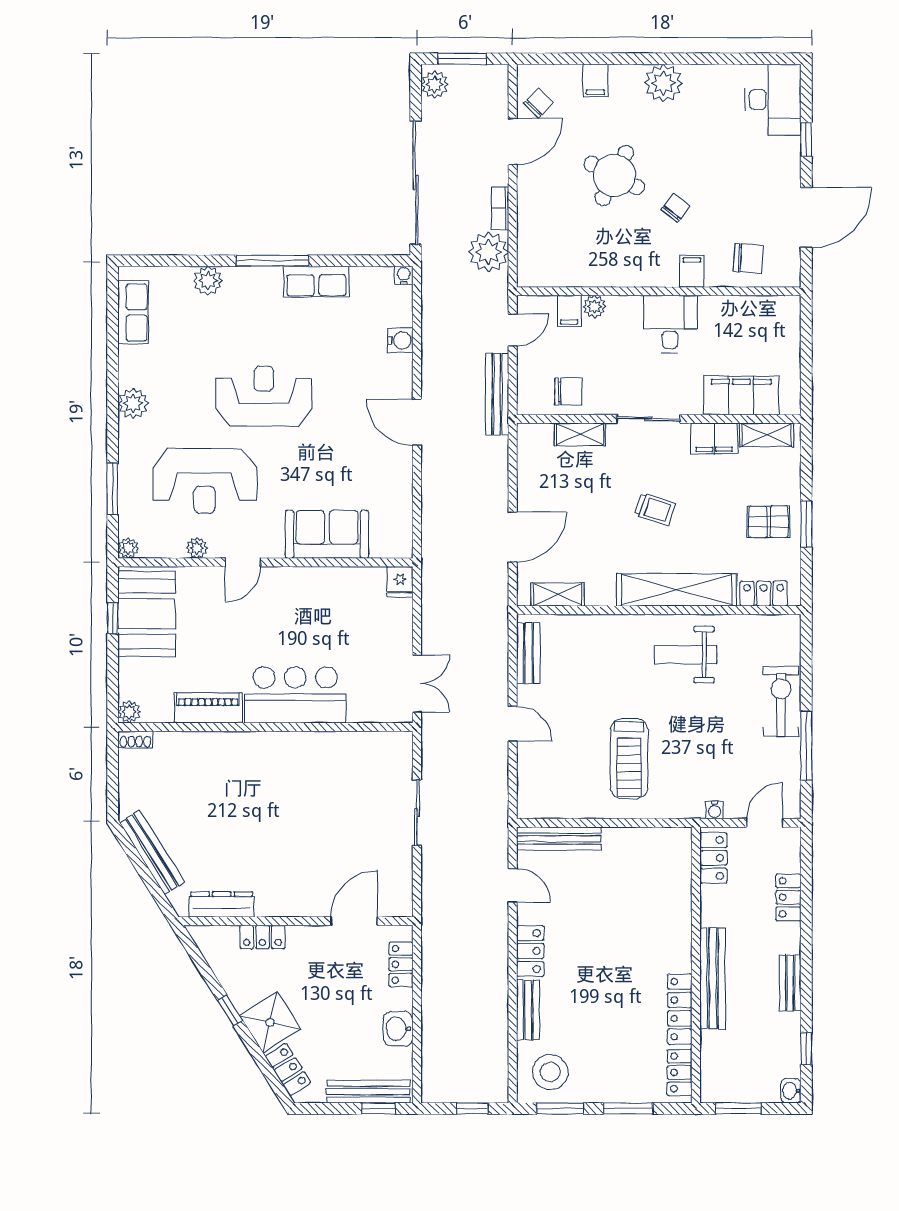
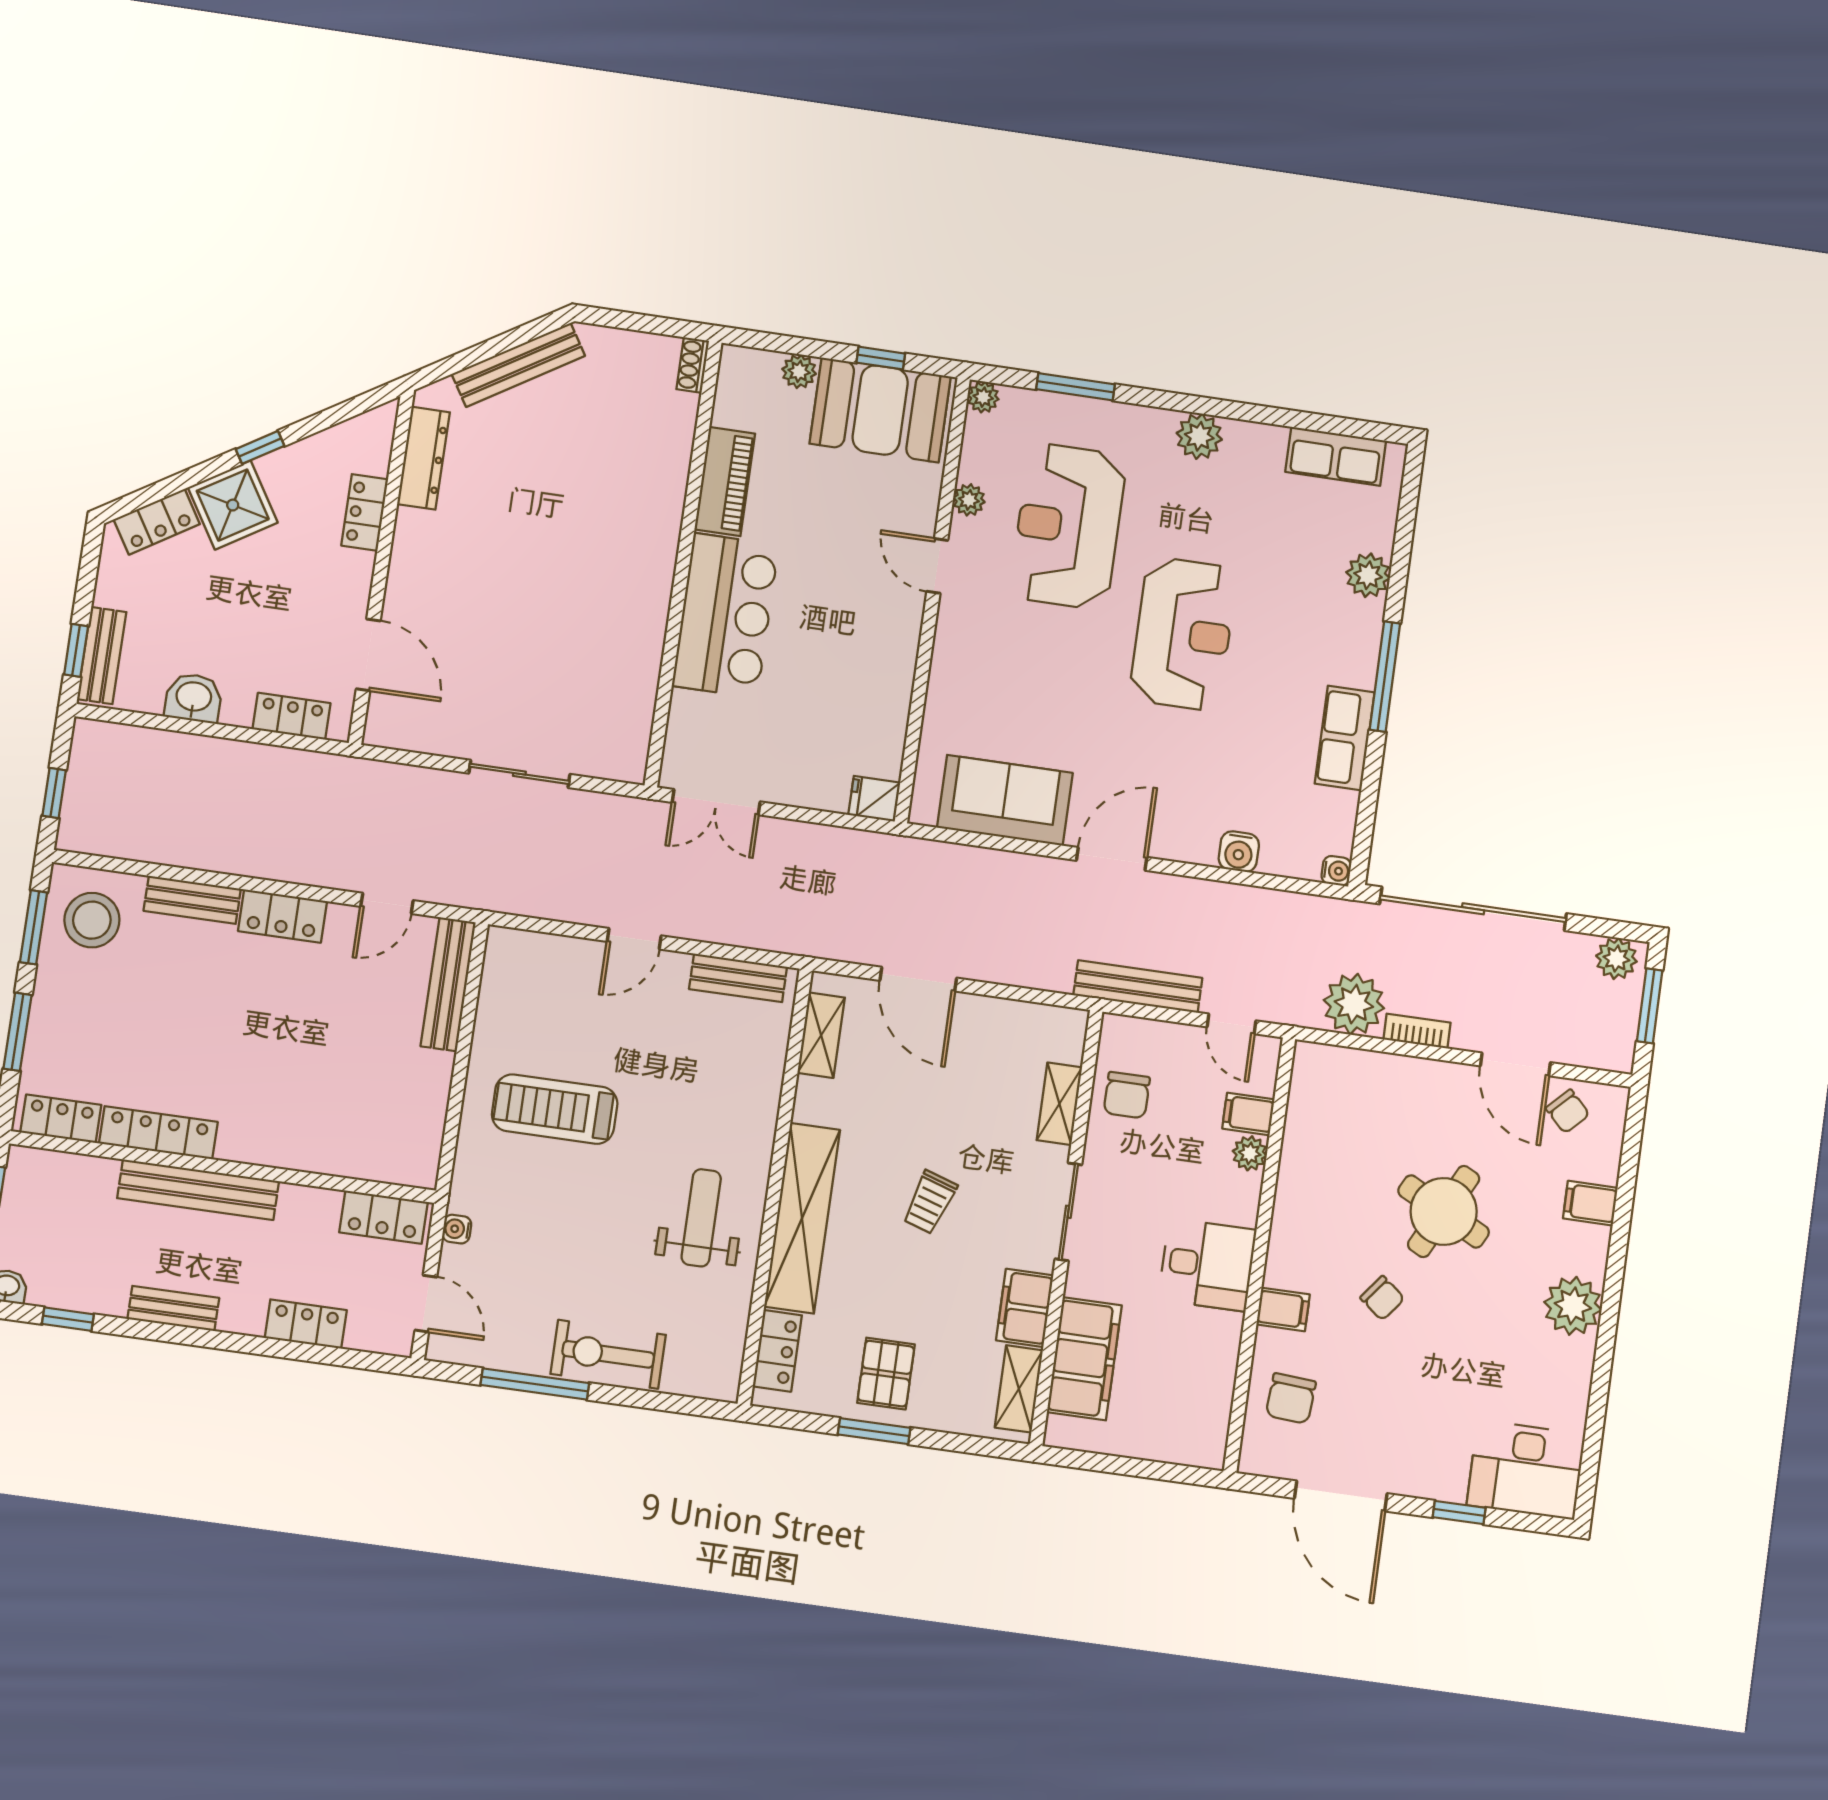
sofa: (327, 534) -> (1005, 800), moved, turned -90
exercise bike: (781, 702) -> (608, 1354), turned 180
plant: (129, 712) -> (799, 371), moved
bench: (368, 1092) -> (102, 656), width x0.73

